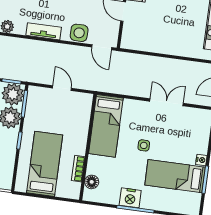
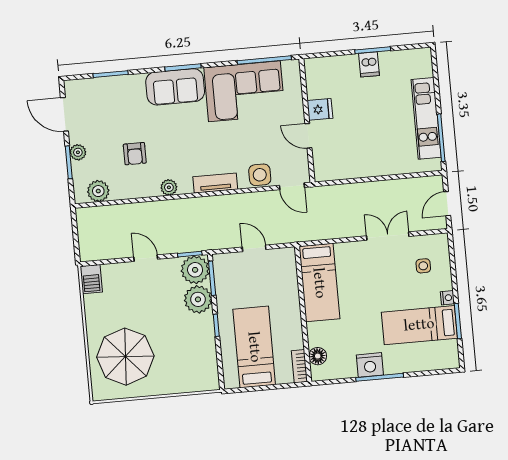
side table: (144, 145) -> (423, 266), moved
bookcase: (78, 169) -> (299, 366), moved

